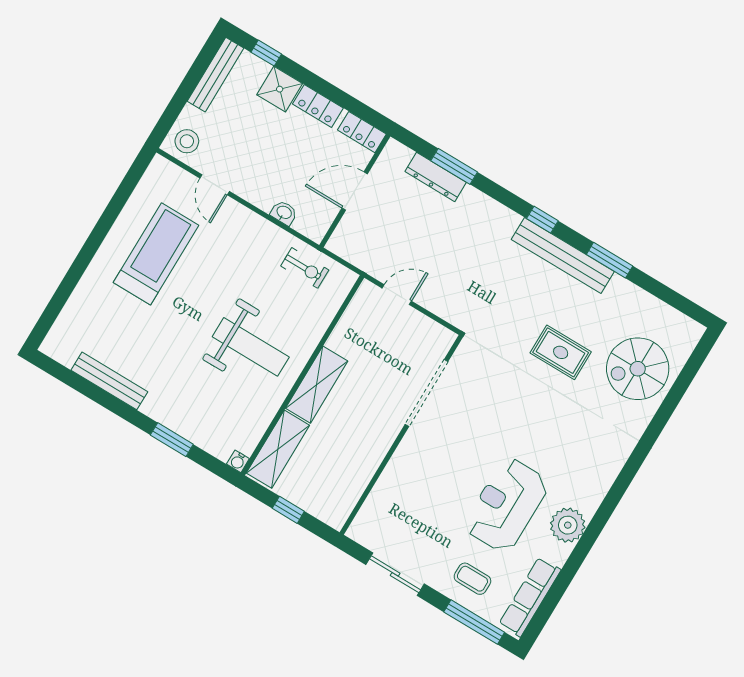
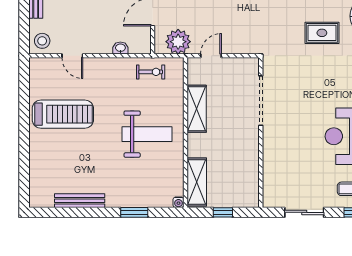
plant: (365, 250) -> (178, 42), added
treadmill: (156, 254) -> (63, 114), turned 90
shelving: (317, 385) -> (197, 109), moved

